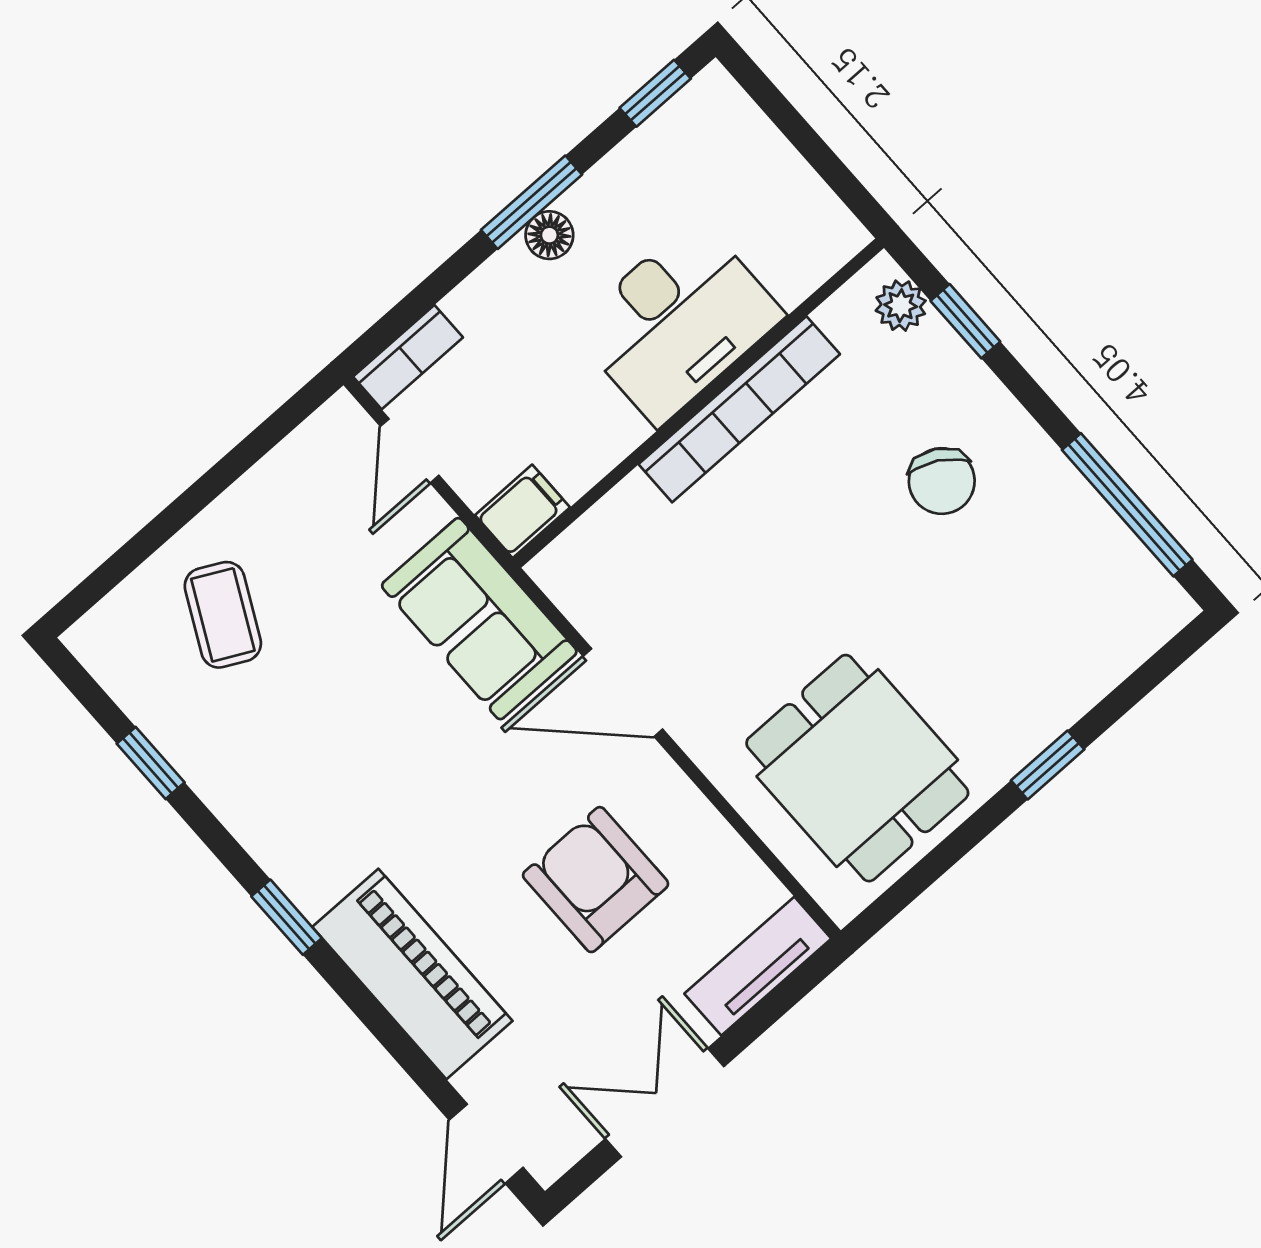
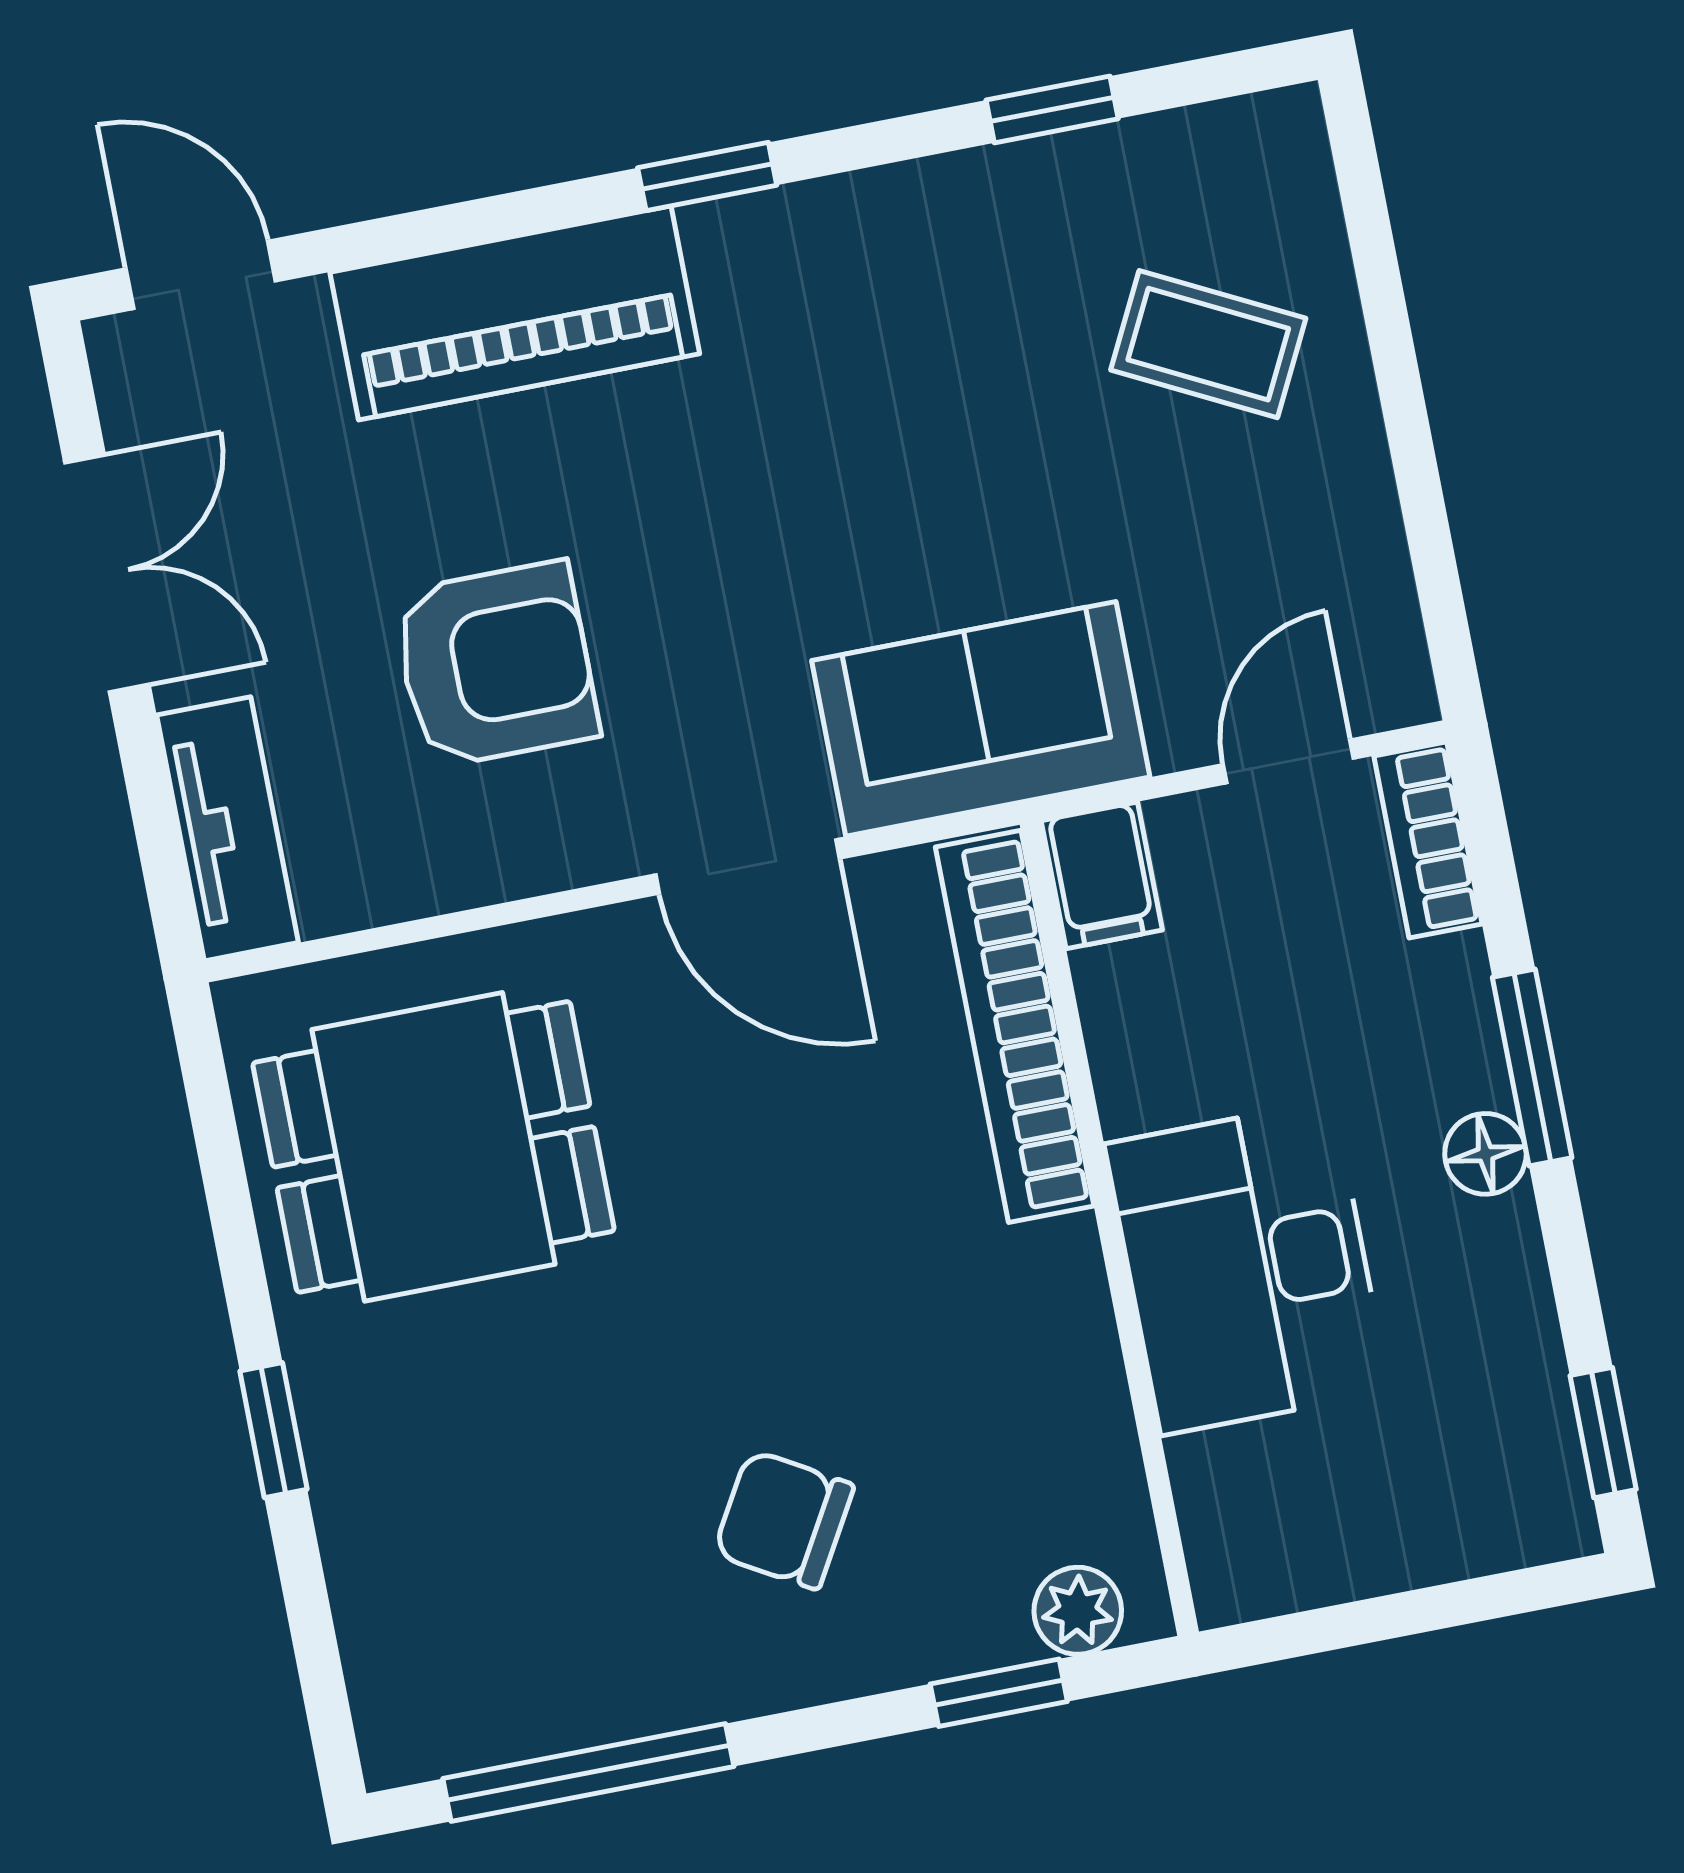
window: (531, 202) -> (1532, 1067), moved
bookcase: (739, 409) -> (1015, 1026), moved
door: (410, 451) -> (1288, 761), hinge flipped
door: (623, 693) -> (747, 867), swing flipped

